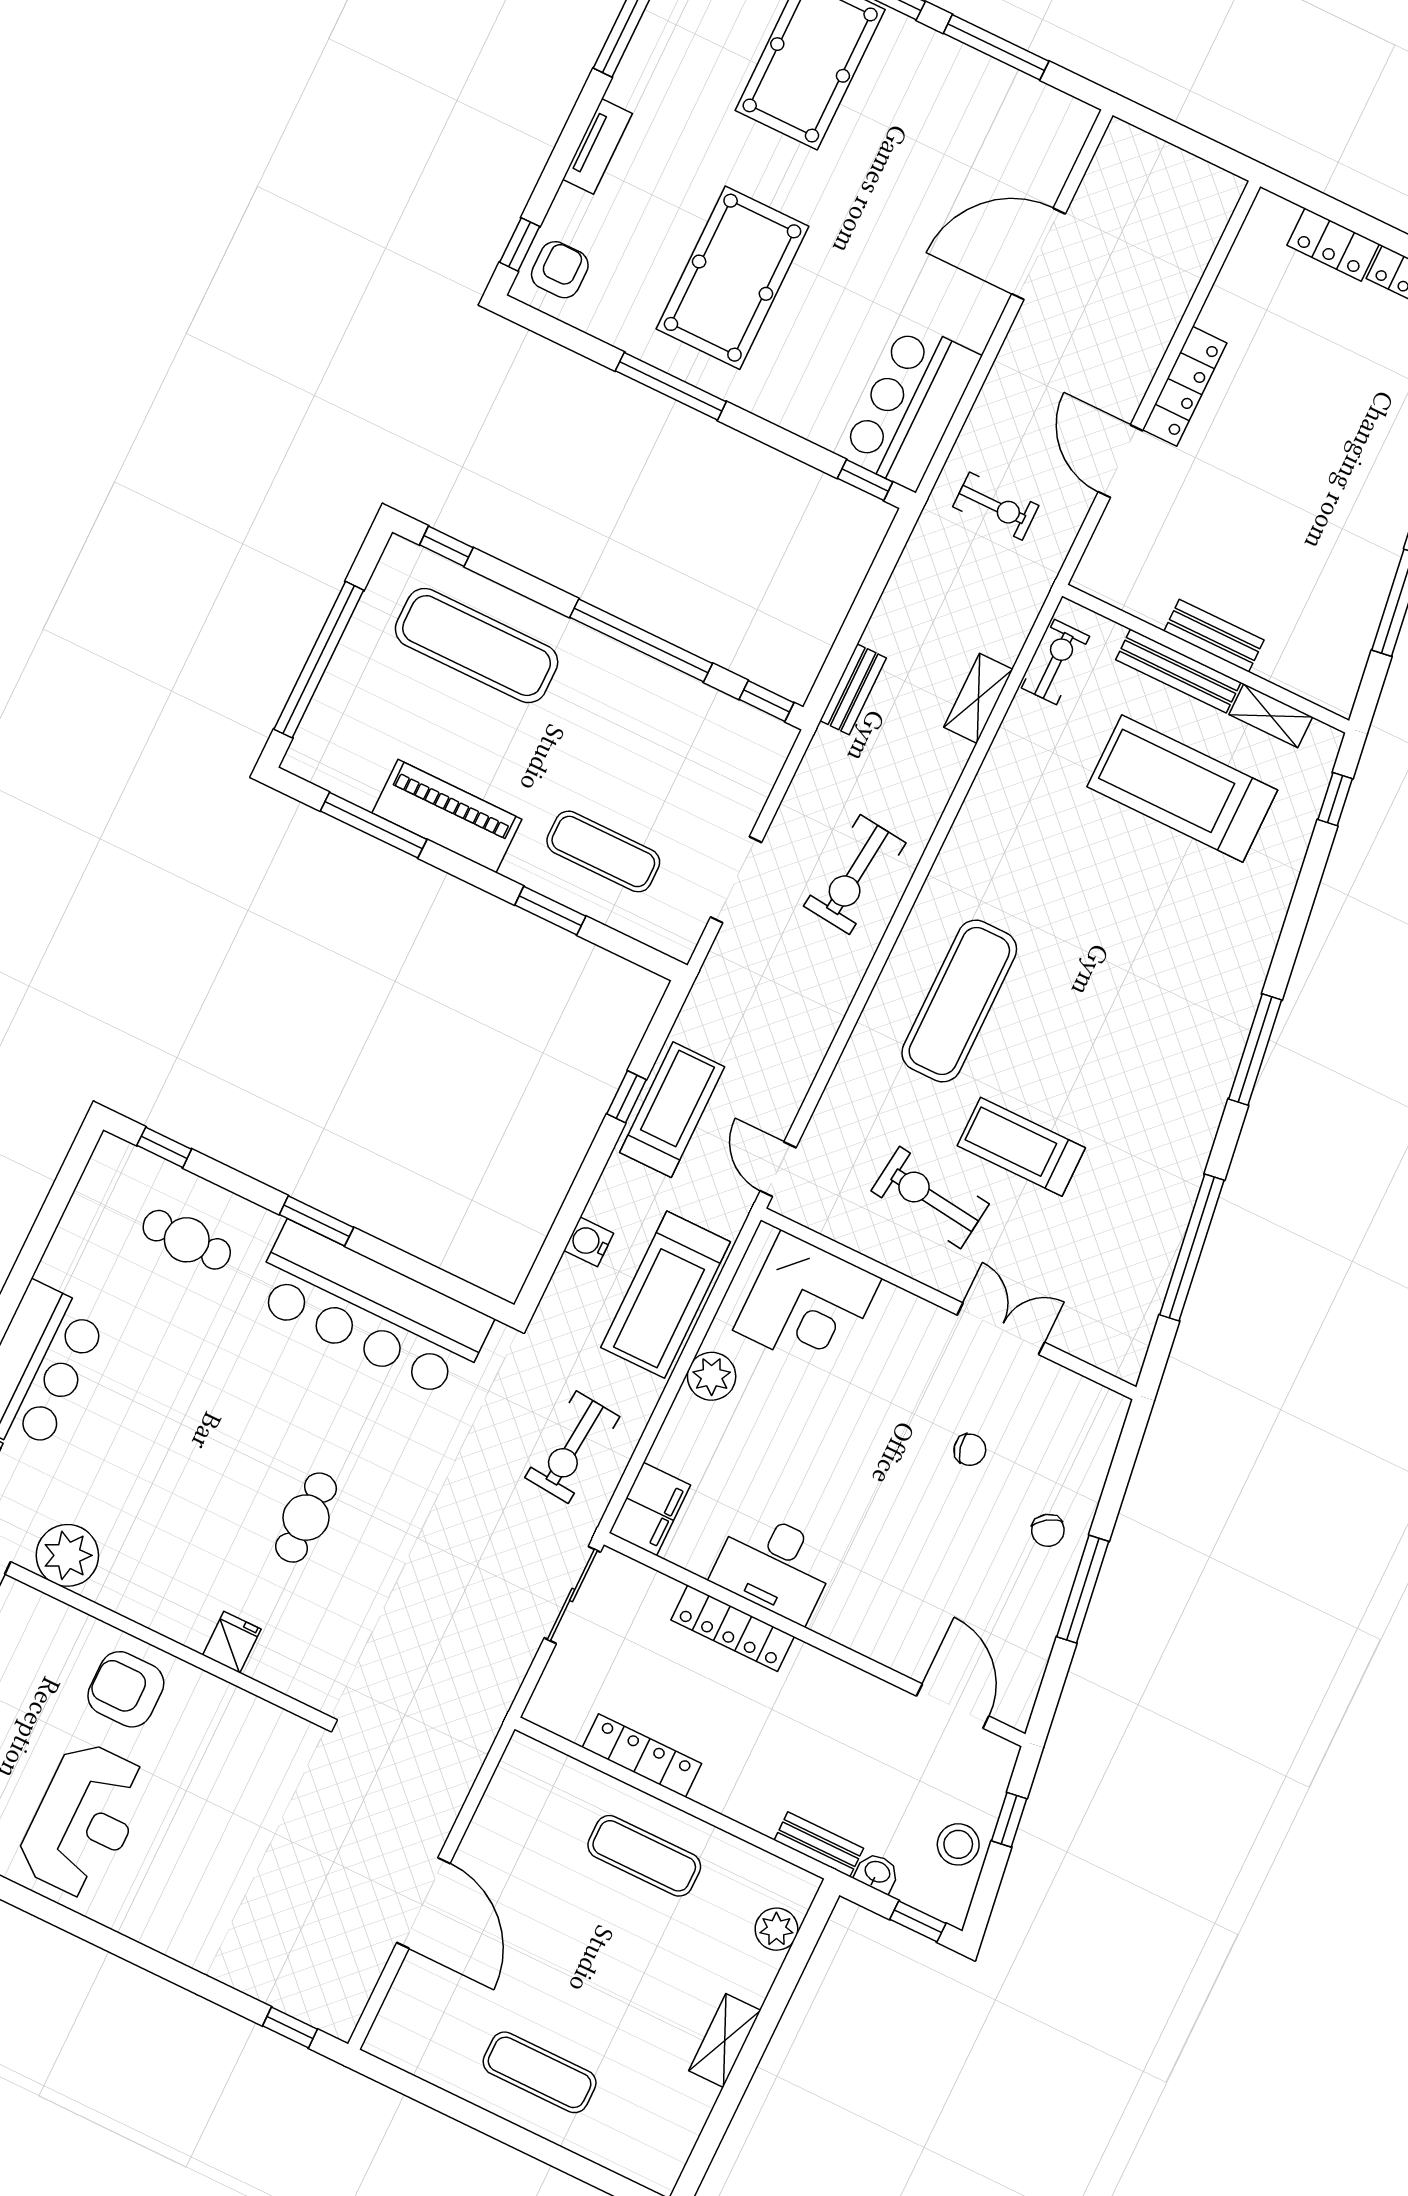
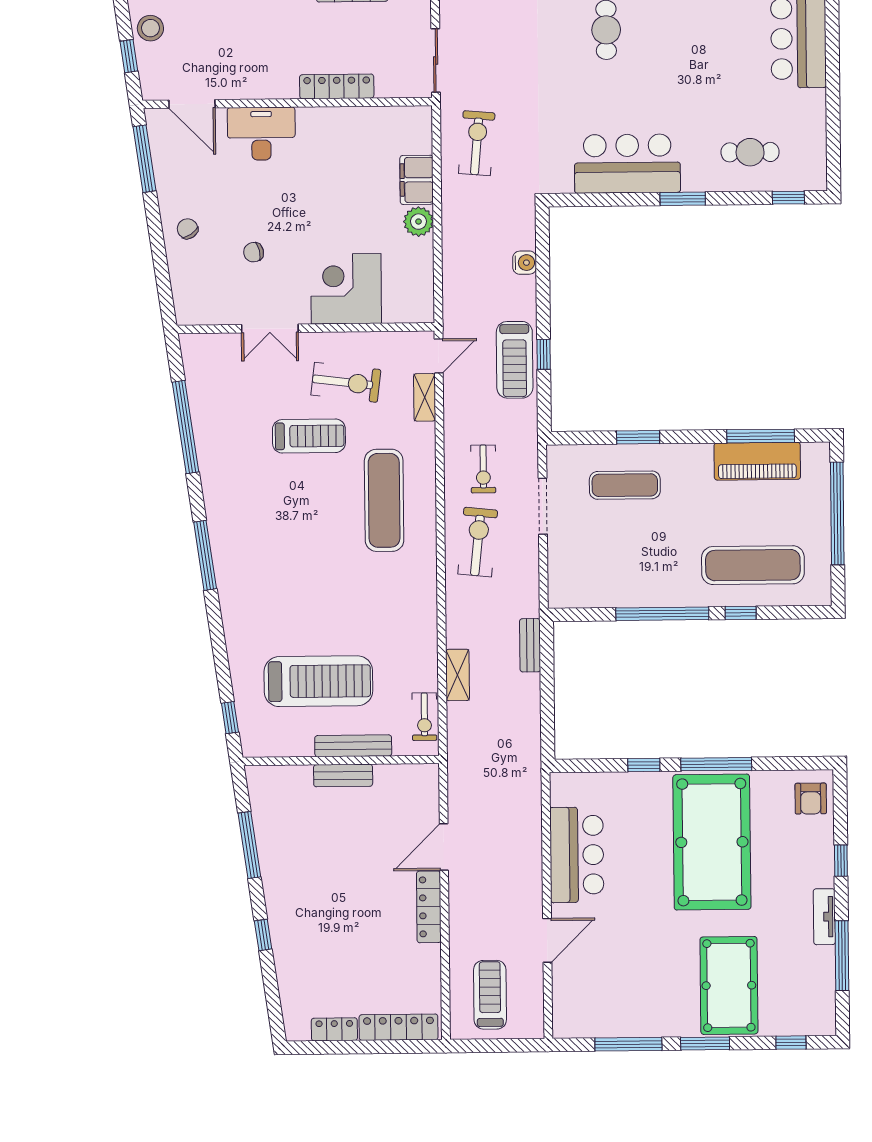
tv unit: (597, 146) -> (824, 917), moved
window: (520, 244) -> (841, 861), moved
locker: (1333, 245) -> (399, 1027), width x1.53
door: (1039, 254) -> (547, 940), width x0.73
pool table: (733, 278) -> (712, 842), width x1.36, depth x1.32
bar counter: (911, 406) -> (577, 855), moved
door: (1120, 461) -> (444, 847), swing flipped
window: (865, 480) -> (644, 765), moved
exercise bike: (996, 506) -> (483, 469), moved, turned -90
window: (446, 546) -> (741, 613), moved
window: (767, 701) -> (575, 615), removed
shelving: (1271, 716) -> (425, 397), moved, turned 90
piano: (447, 816) -> (757, 461), moved
door: (778, 1169) -> (439, 356), hinge flipped
treadmill: (666, 1295) -> (490, 995), moved, width x0.73, depth x0.73
corner desk: (807, 1304) -> (346, 289), moved
bar counter: (371, 1311) -> (627, 164), width x0.73
filing cabinet: (650, 1509) -> (417, 180), moved
desk: (774, 1566) -> (261, 134), moved
window: (1083, 1589) -> (144, 159), moved

